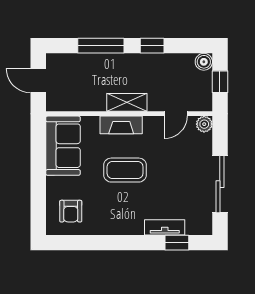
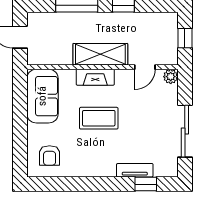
boiler: (204, 62) -> (170, 20), removed
shelving: (127, 102) -> (100, 54), width x1.50, depth x1.33

